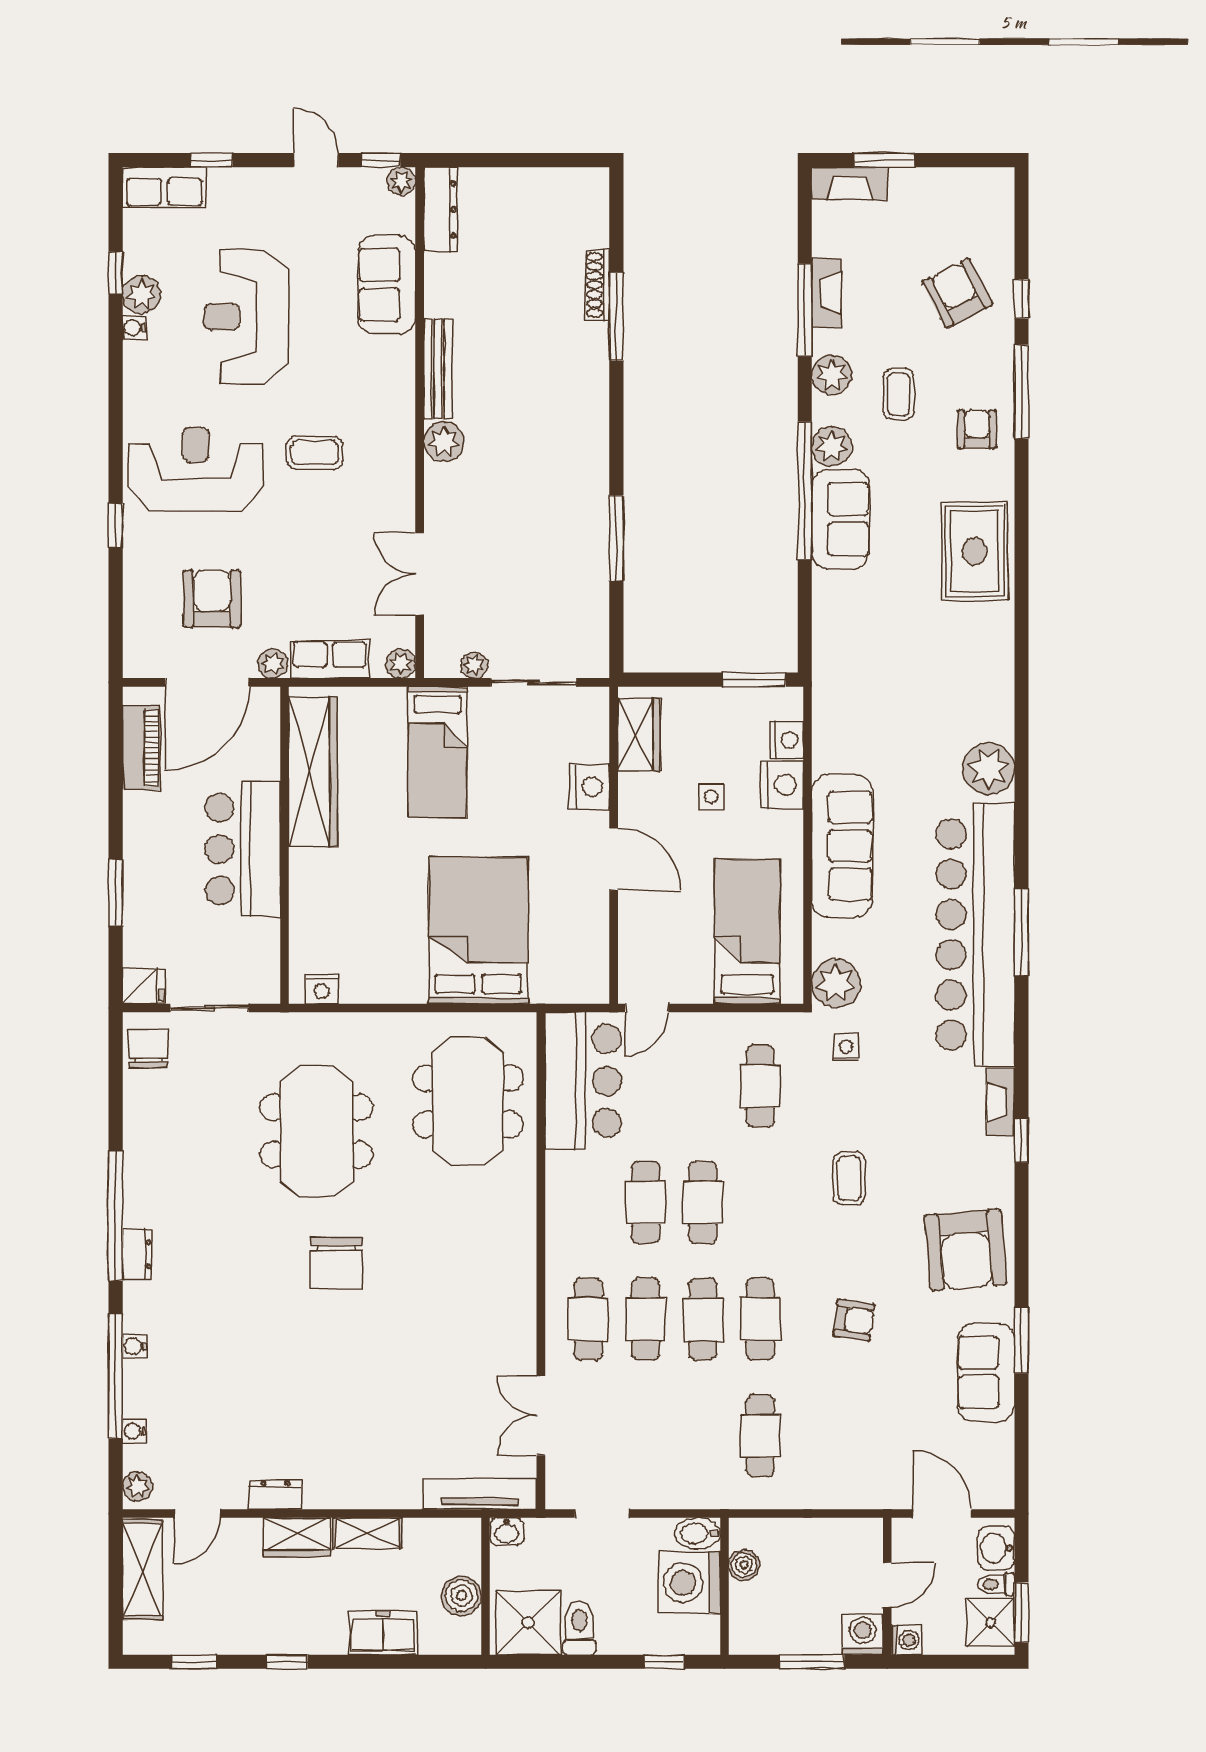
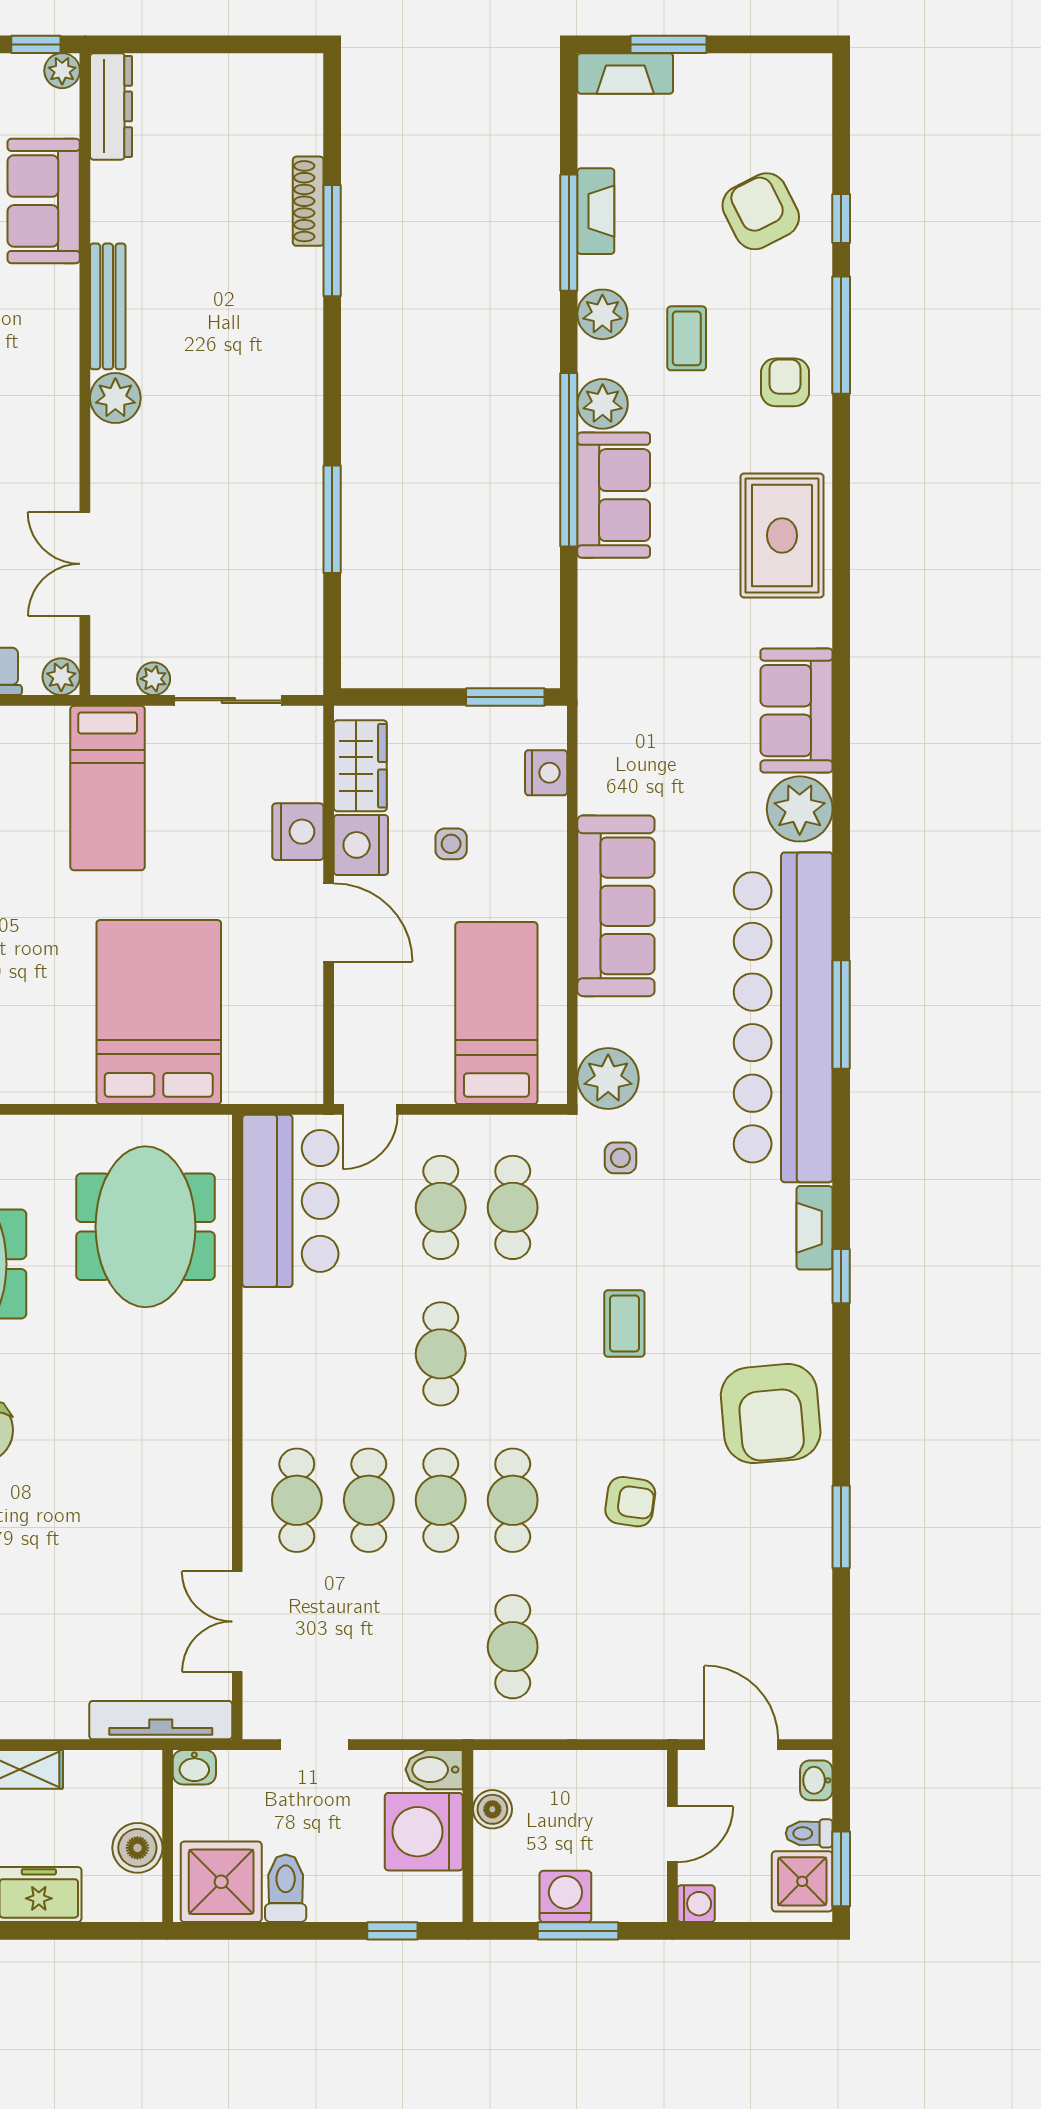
nightstand: (782, 785) -> (361, 845), moved, turned 180
cafe table: (646, 1202) -> (441, 1207), moved
sofa: (986, 1372) -> (797, 711), moved
washbasin: (996, 1548) -> (816, 1780), width x0.72, depth x0.69
washing machine: (863, 1634) -> (565, 1896), moved

